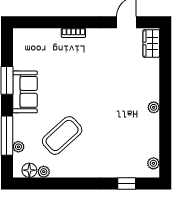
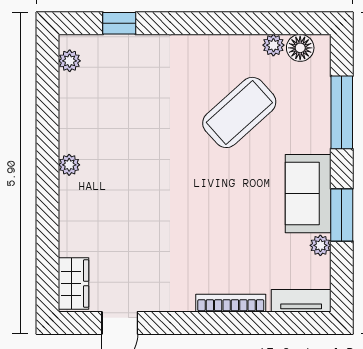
bookcase: (73, 33) -> (231, 303), width x1.56
tv unit: (29, 34) -> (301, 301), added
plant: (18, 147) -> (320, 245), moved

